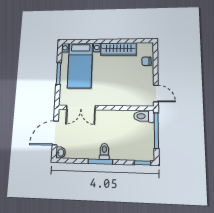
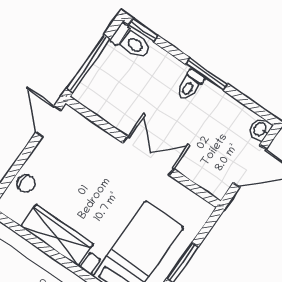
double door: (81, 108) -> (148, 156), moved
toilet: (144, 116) -> (131, 42), moved

